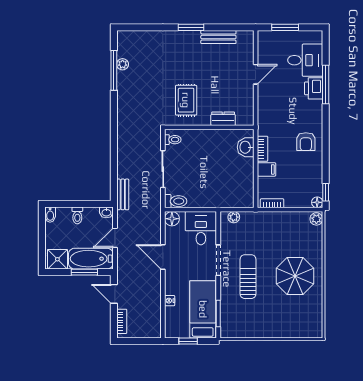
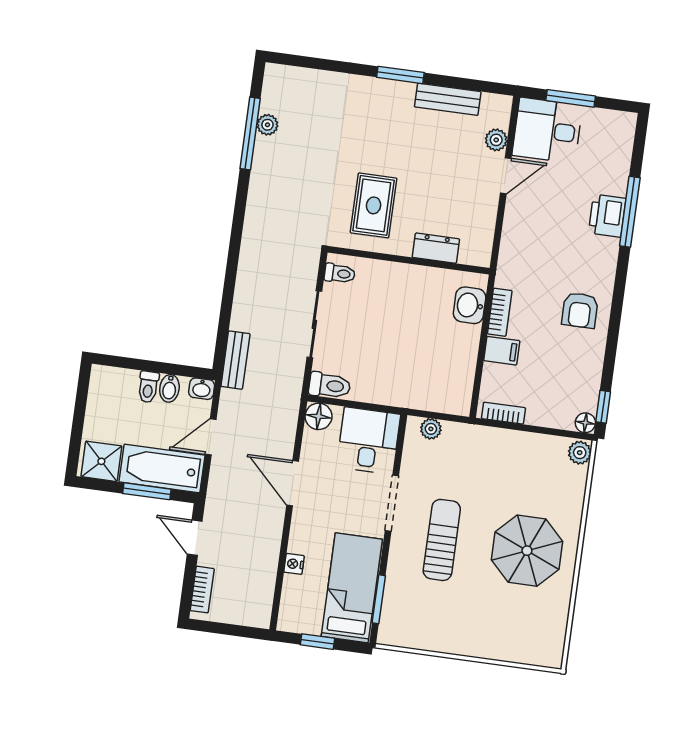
plant: (248, 55) -> (496, 140), added
desk: (305, 60) -> (547, 130), moved, turned 180
bidet: (50, 215) -> (169, 388), moved

